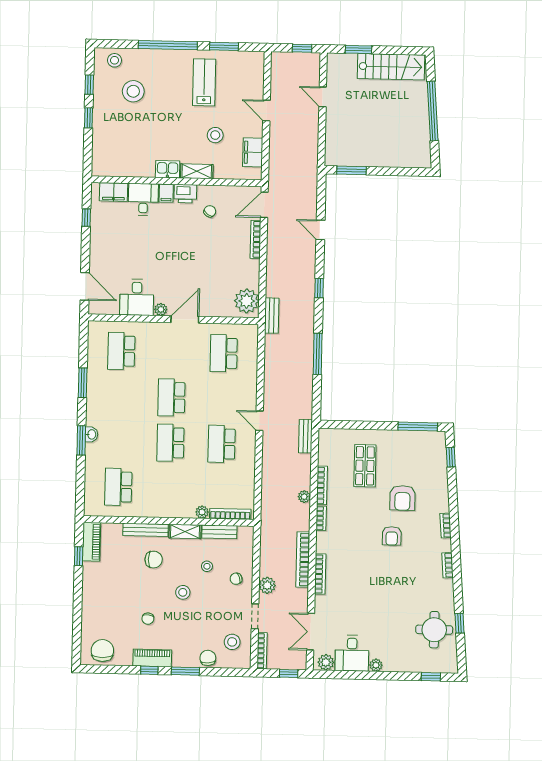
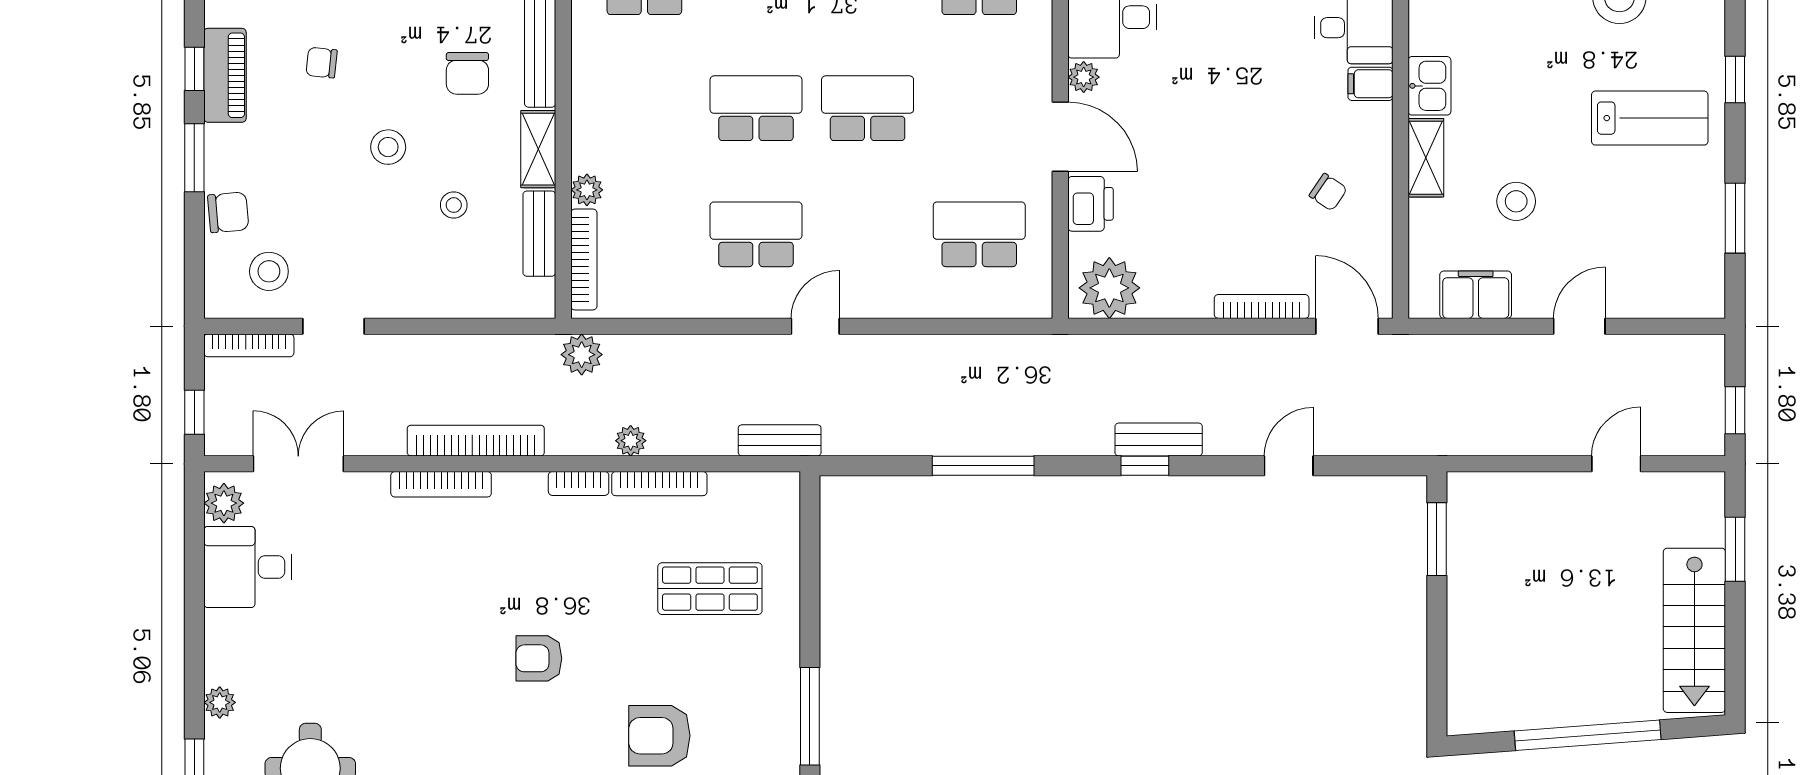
window: (168, 45) -> (1735, 79), width x0.32
lab bench: (204, 82) -> (1650, 118), moved
printer: (185, 194) -> (1091, 204), moved, turned 180
bench: (272, 316) -> (1159, 439), moved
armchair: (402, 498) -> (659, 736), moved
chair: (236, 579) -> (425, 277), removed
plant: (267, 585) -> (582, 355), moved
plant: (376, 665) -> (220, 702), moved

